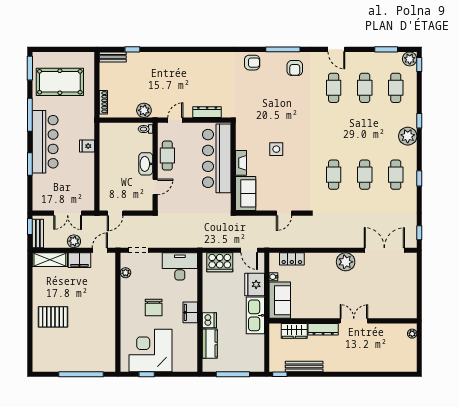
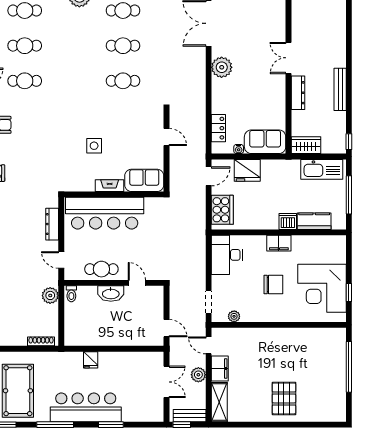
kitchen sink: (255, 315) -> (322, 169), moved
wardrobe: (294, 331) -> (306, 145), moved, turned -90
bench: (304, 366) -> (340, 89), moved

